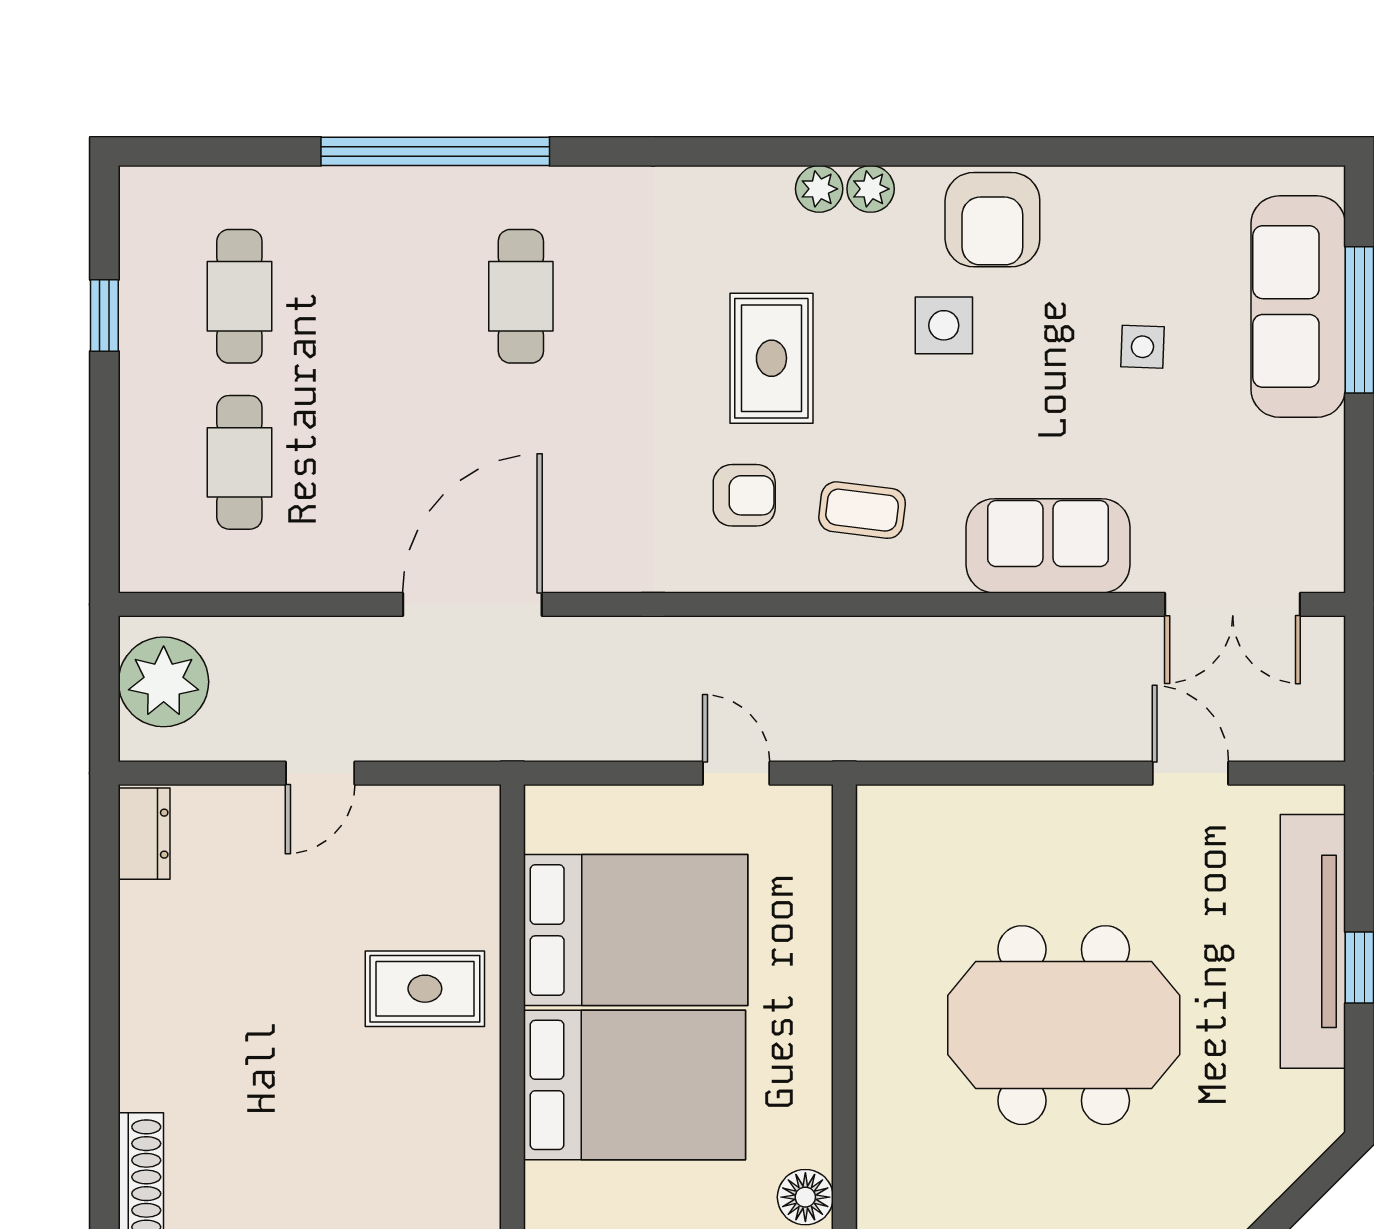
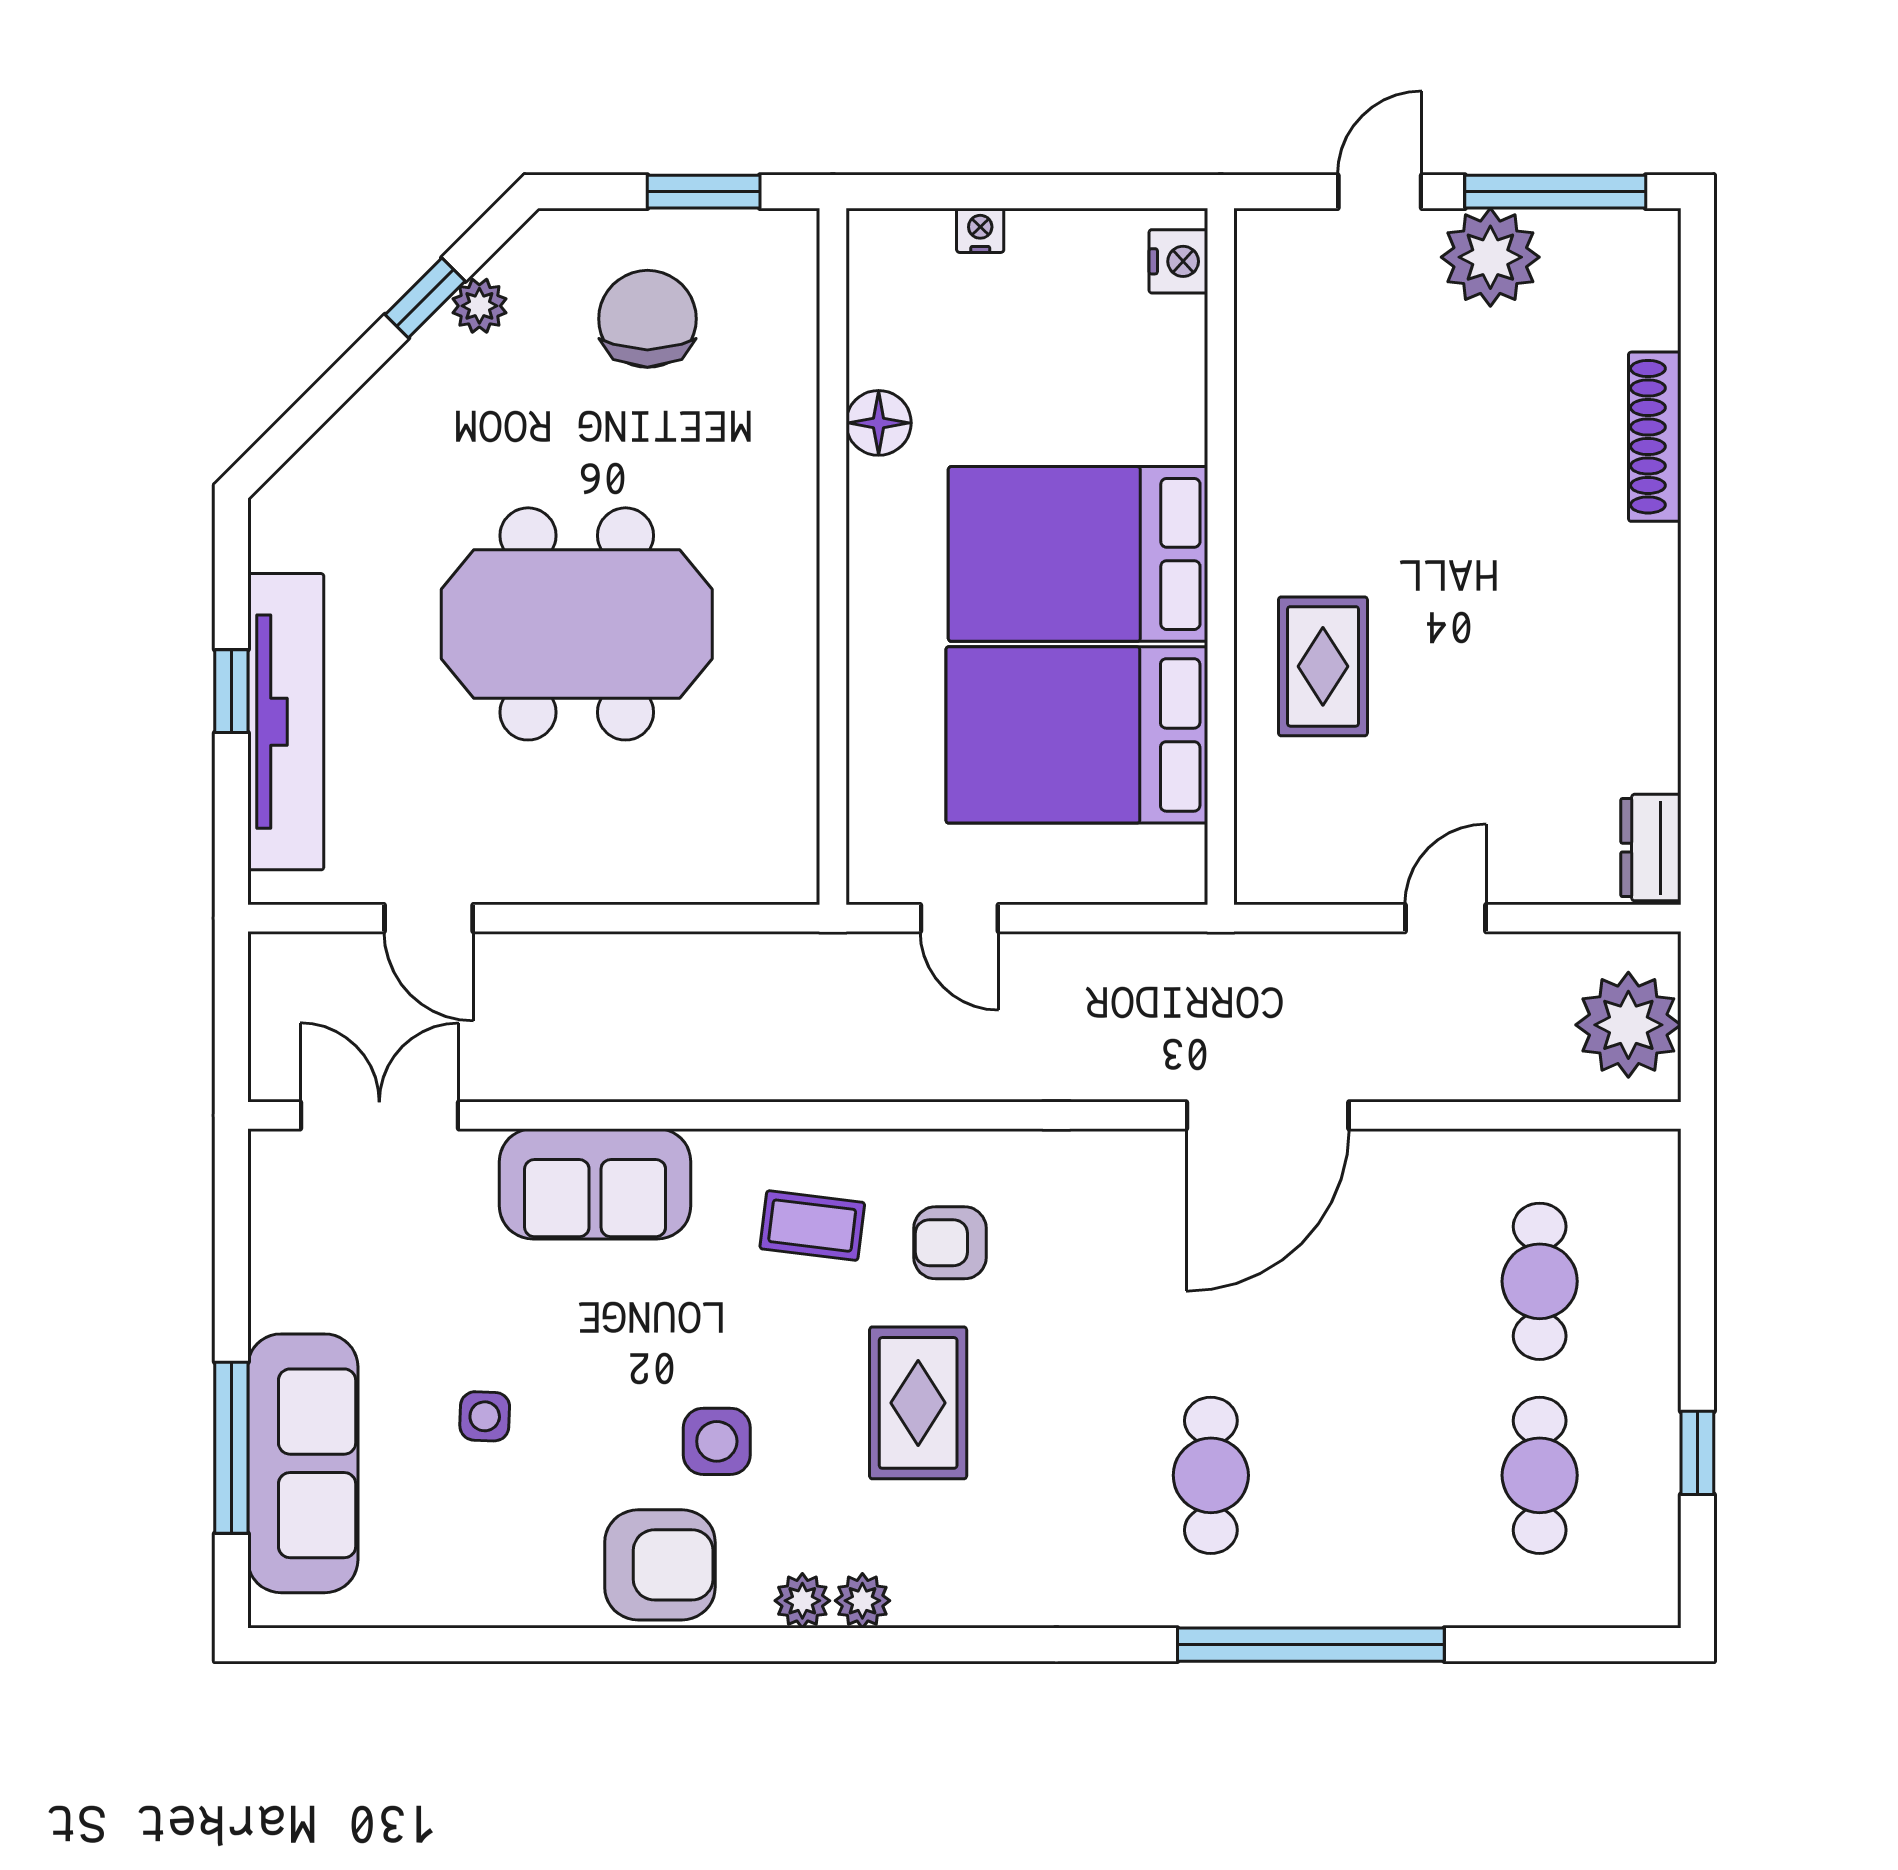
armchair: (992, 220) -> (660, 1565), turned 90
rug: (425, 989) -> (1323, 666), turned 90

